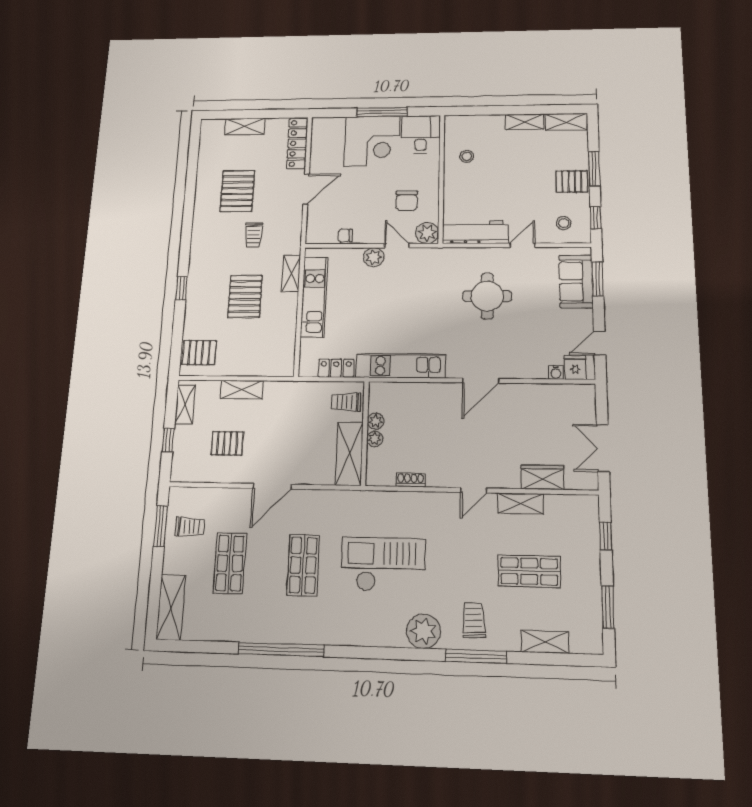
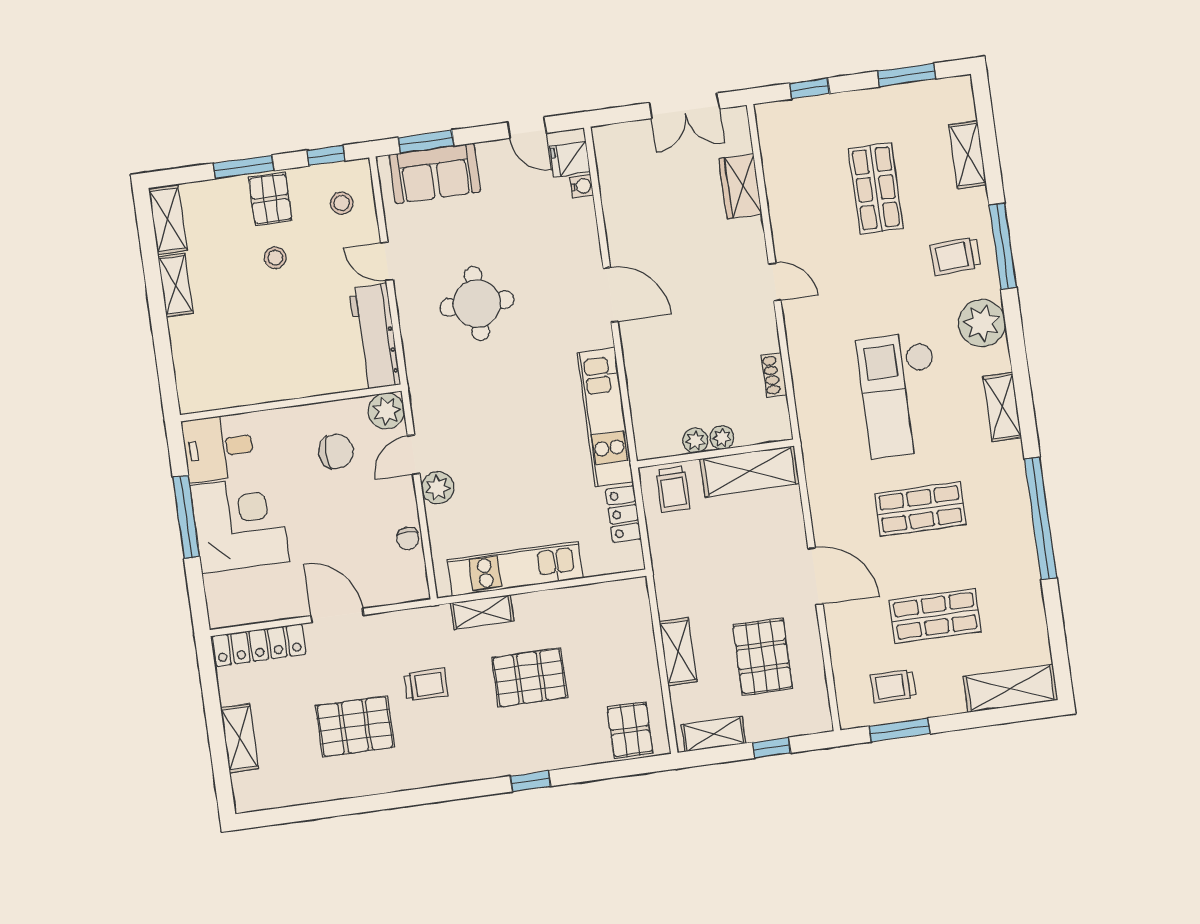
stool: (467, 156) -> (275, 258), moved
pallet: (227, 443) -> (763, 657), width x1.50, depth x1.42
shelving: (521, 504) -> (1002, 407), moved
trolley: (190, 527) -> (893, 686), turned -90

